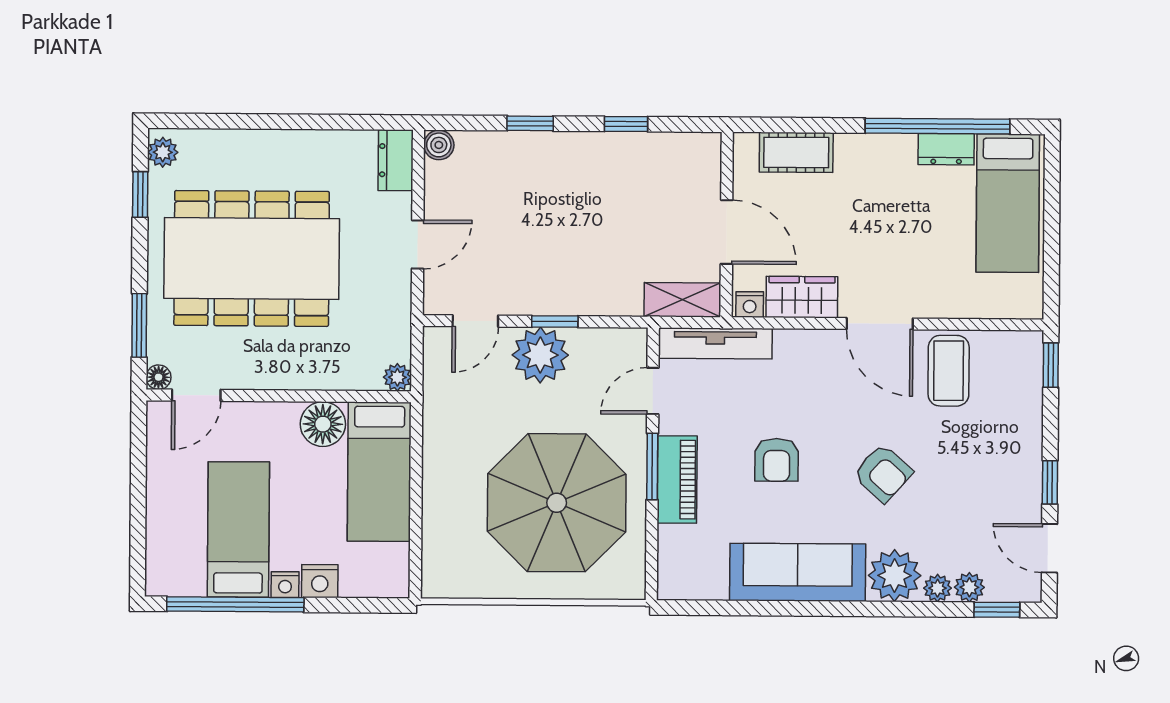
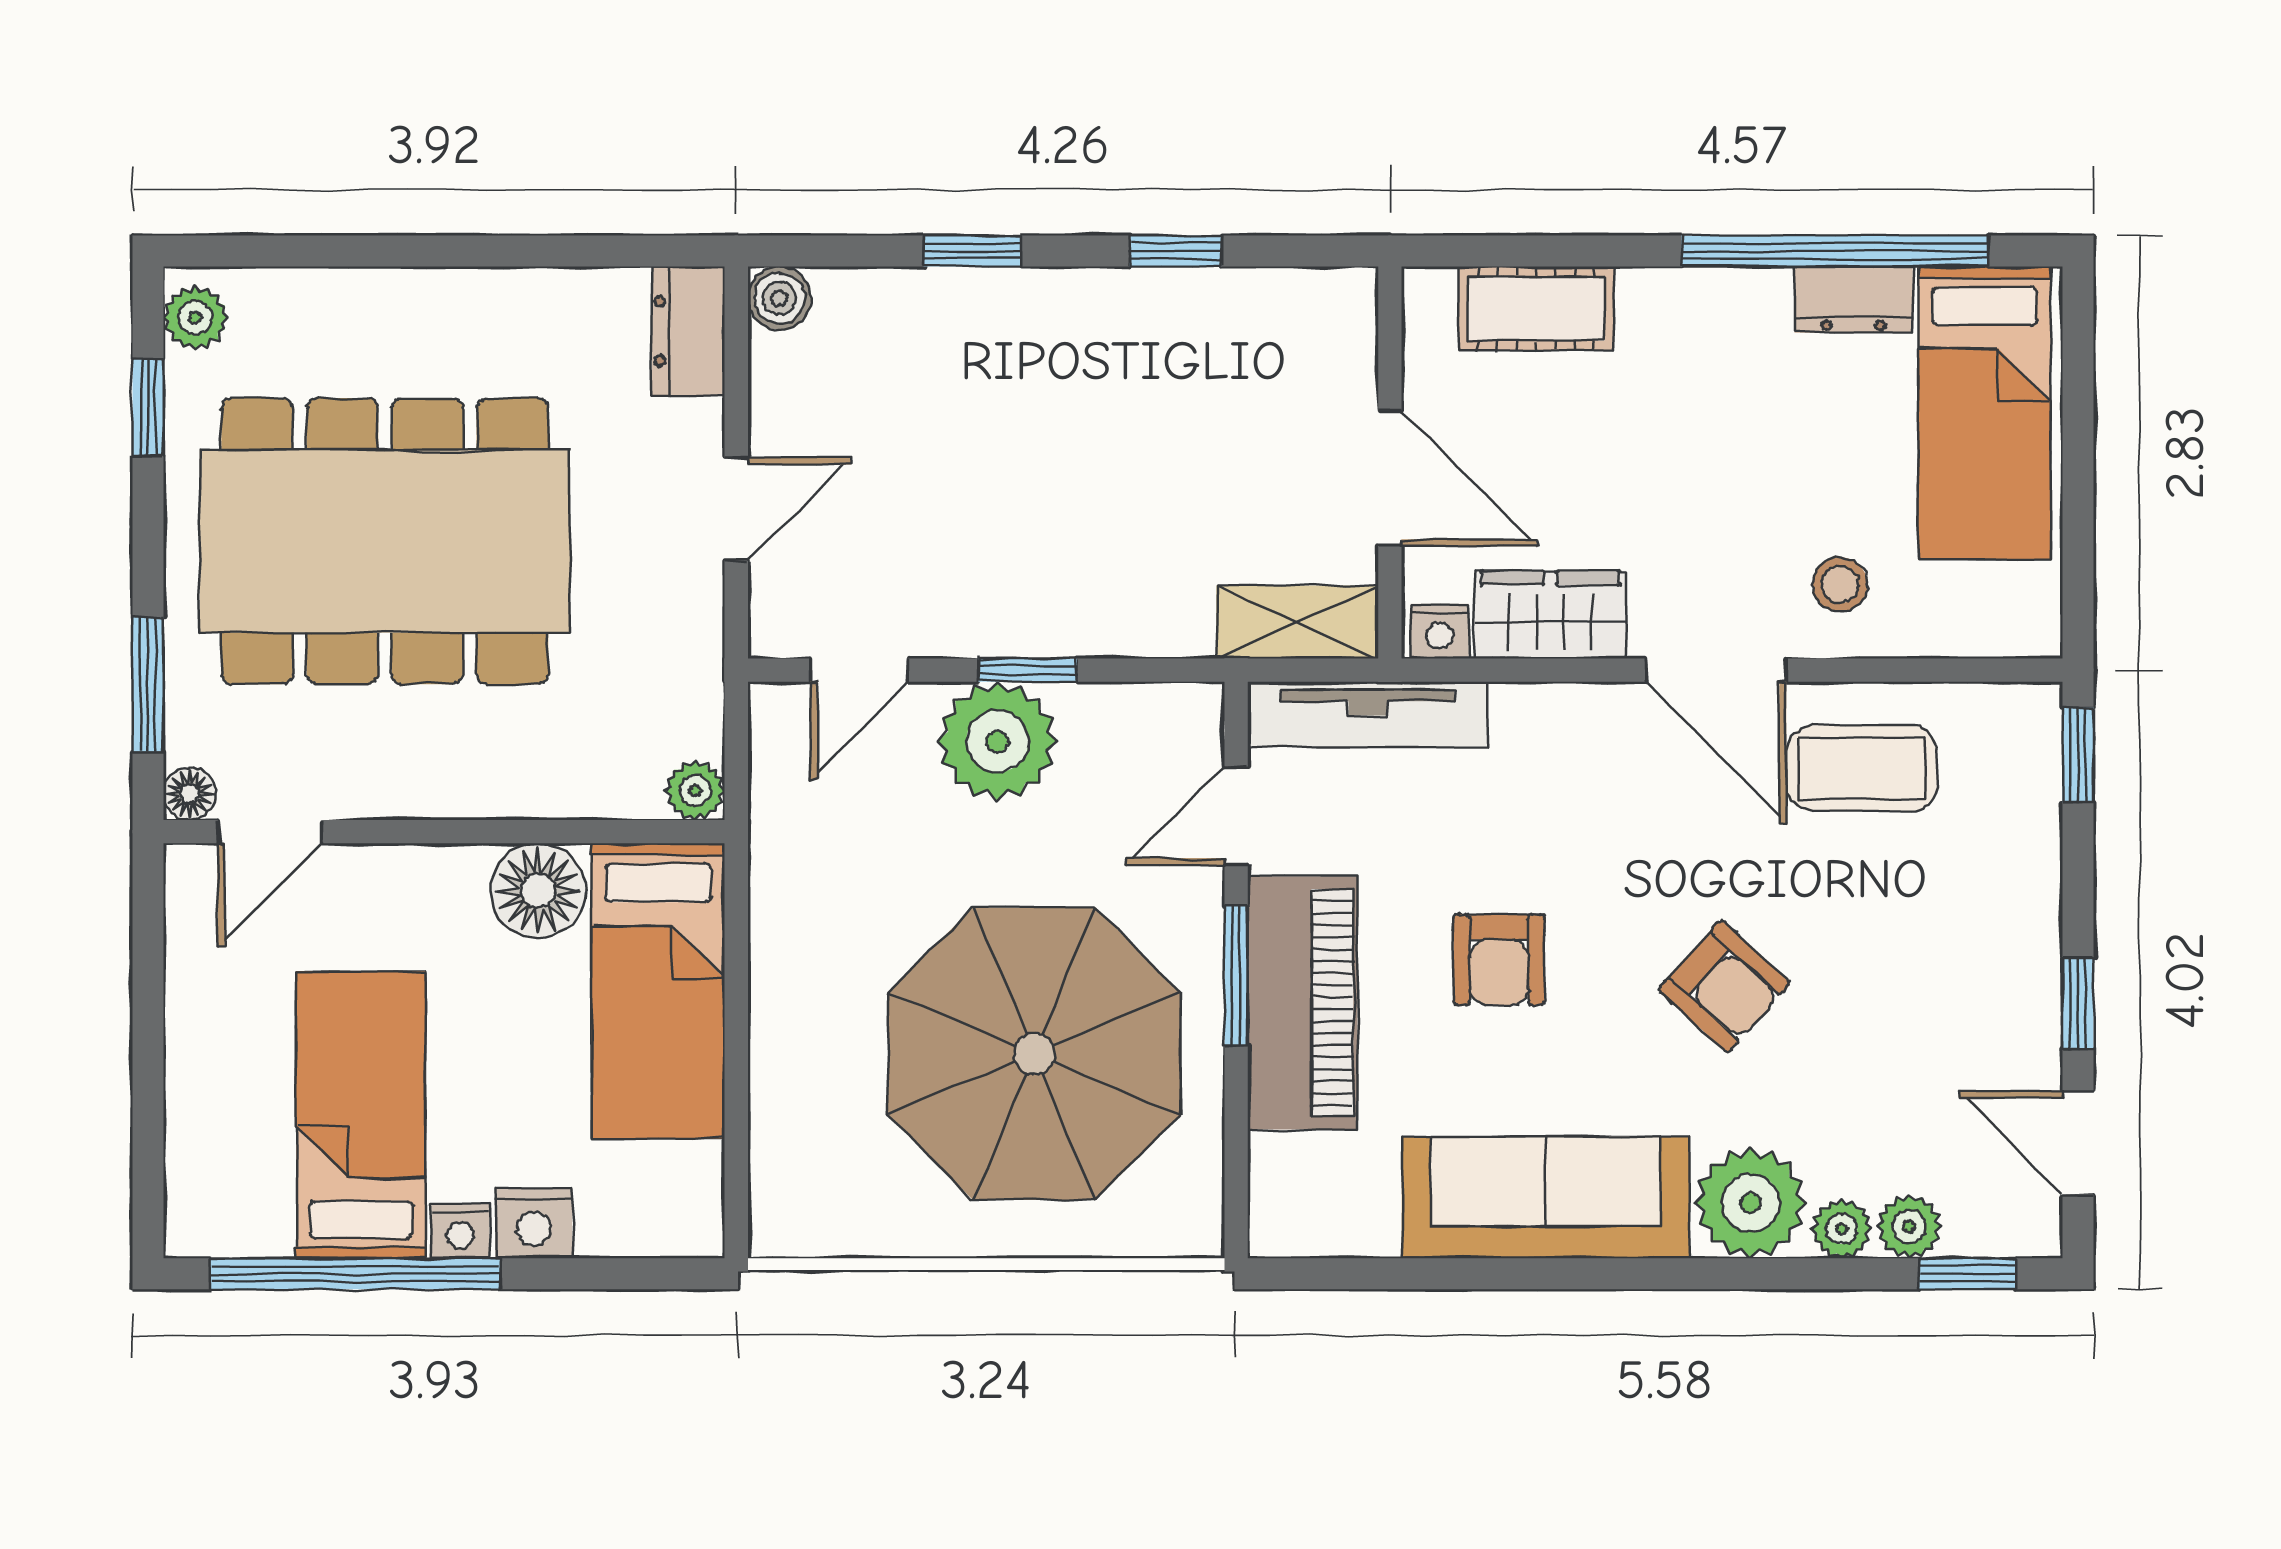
stool: (939, 284) -> (1840, 585), added
coffee table: (949, 371) -> (1862, 768), turned 90
piano: (677, 480) -> (1303, 1003), width x1.37, depth x1.33

